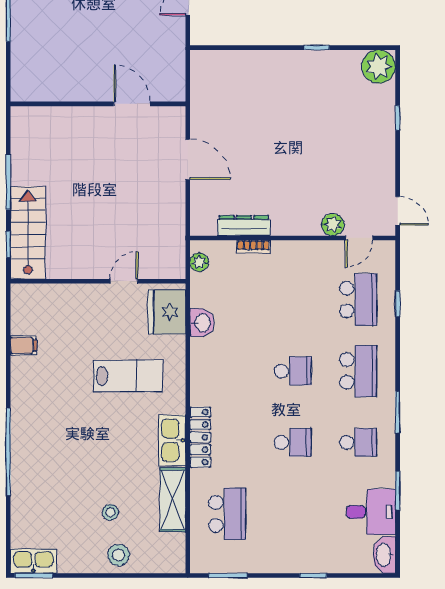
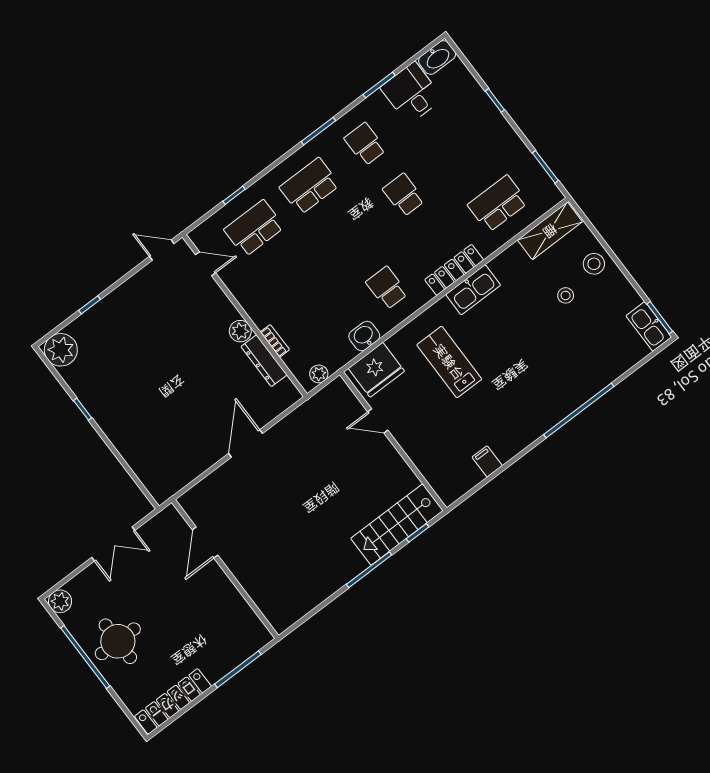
wall: (98, 104) -> (225, 569), moved
door: (132, 104) -> (205, 543), moved
door: (398, 211) -> (162, 250), hinge flipped
plant: (333, 225) -> (240, 331), moved
school desk: (293, 371) -> (387, 288), moved
shelving: (173, 500) -> (550, 231), moved

